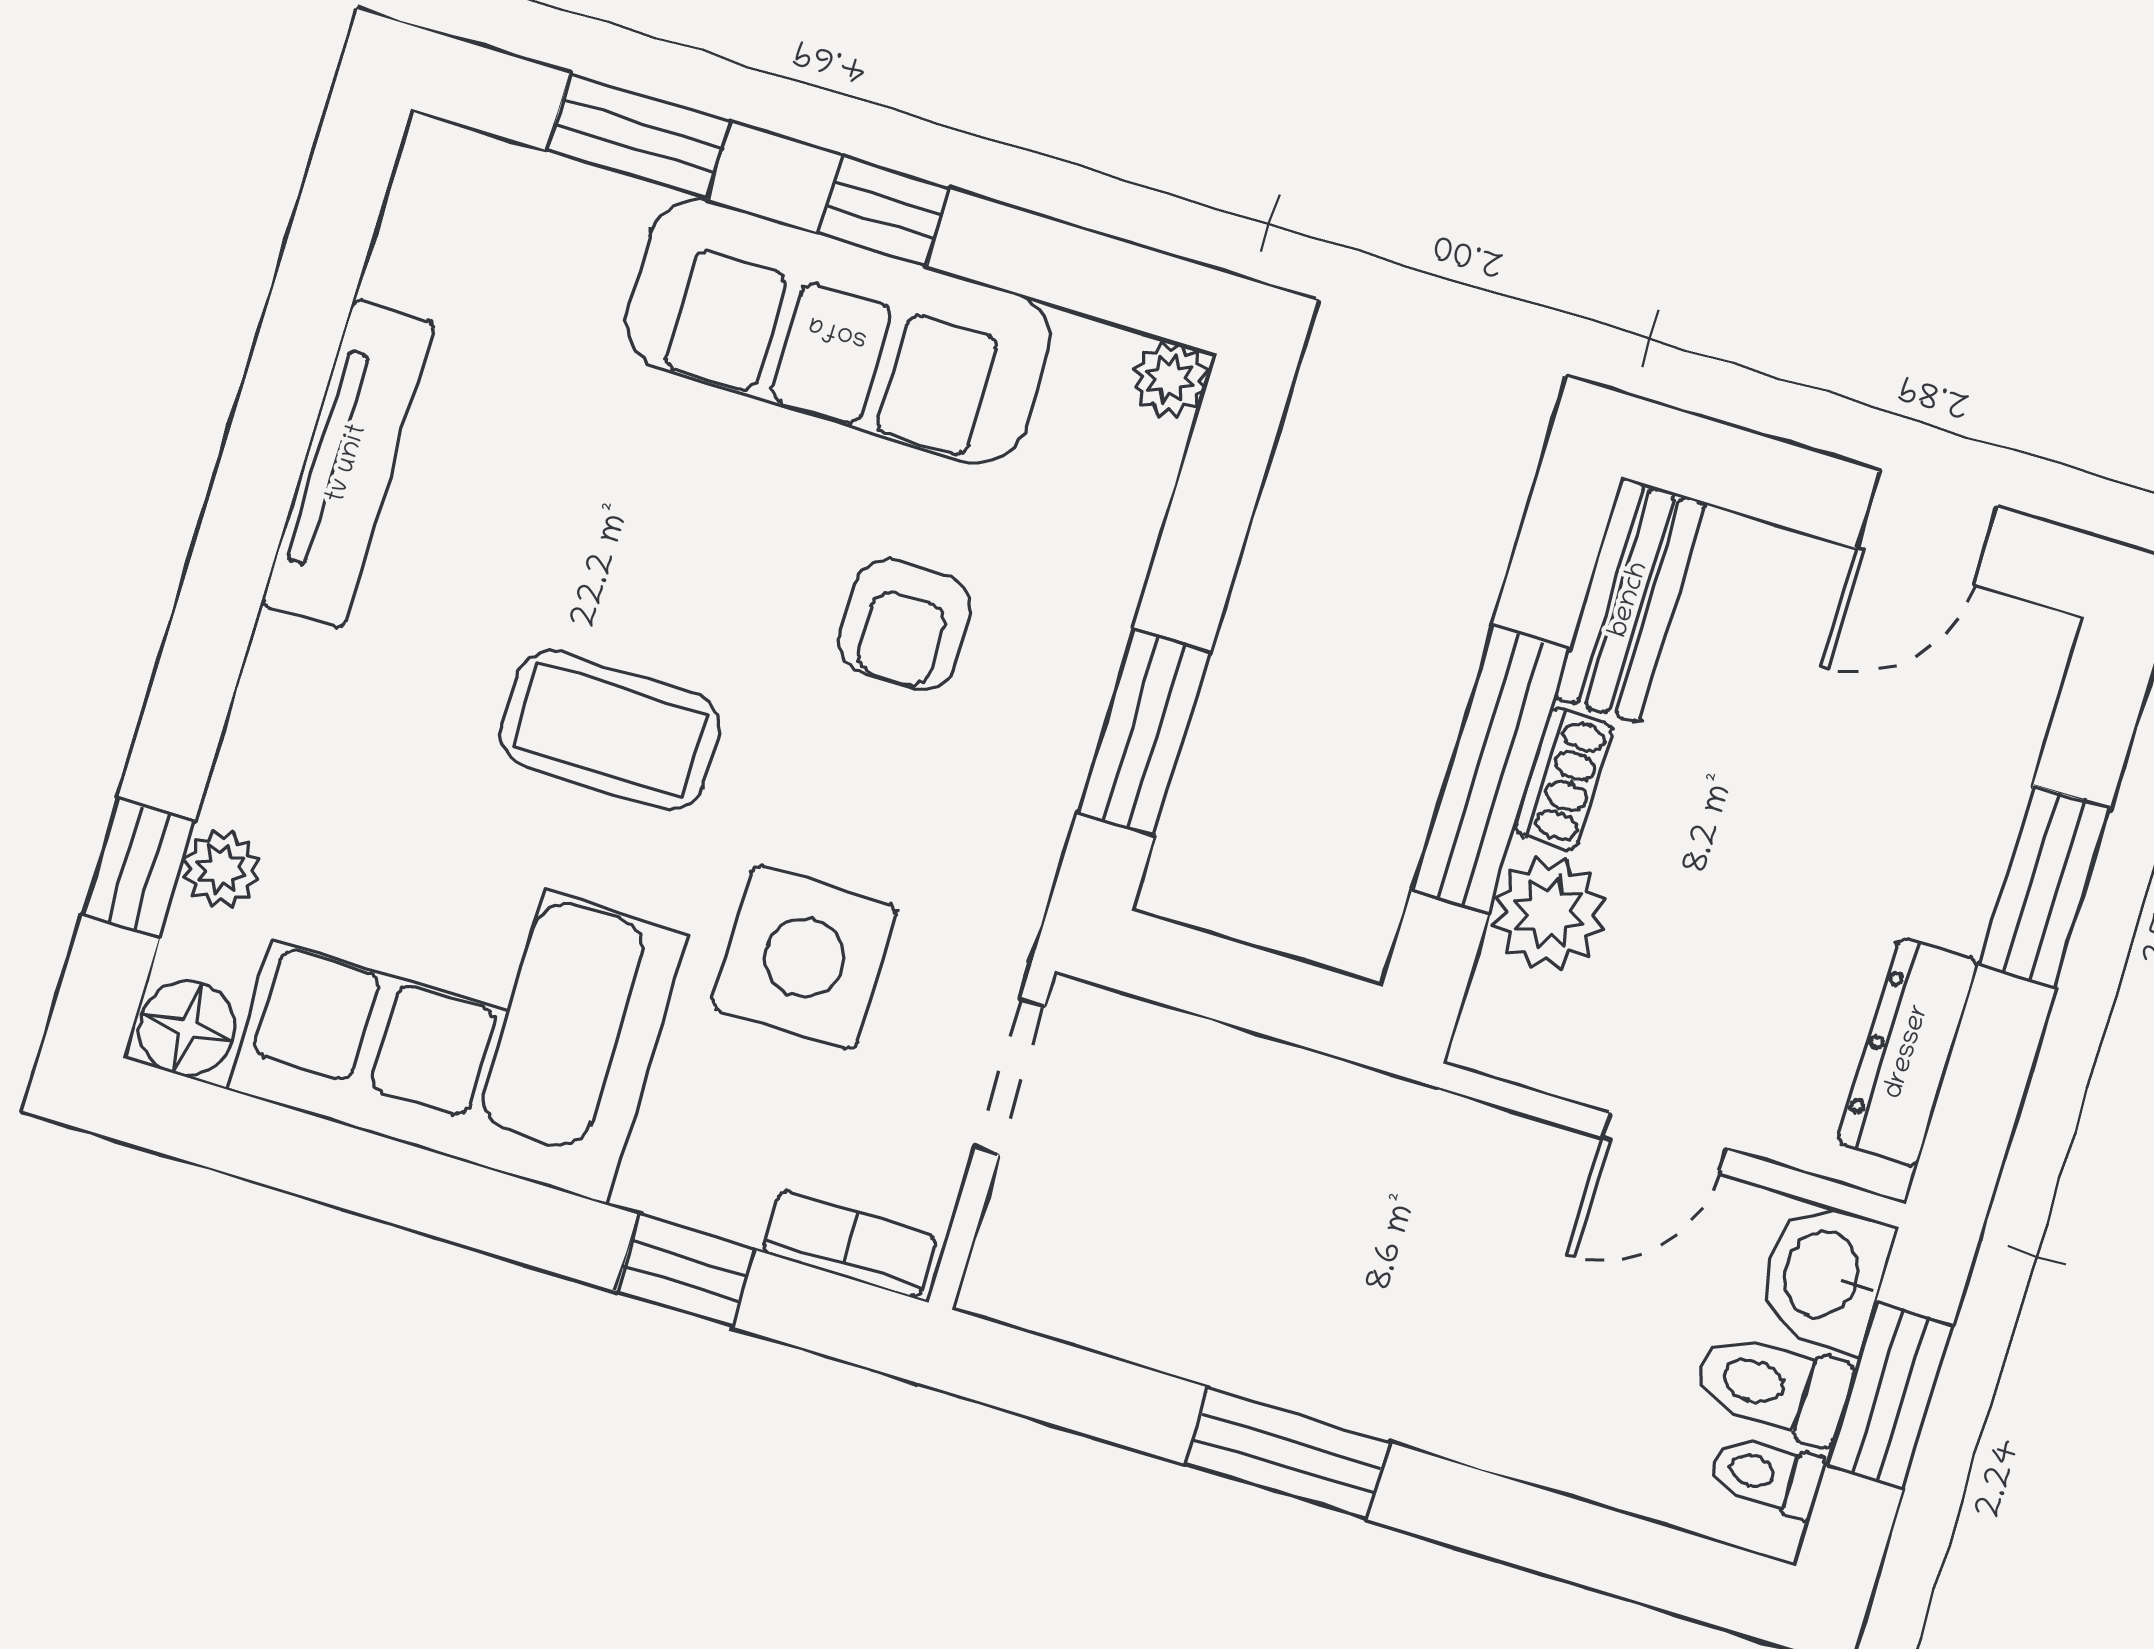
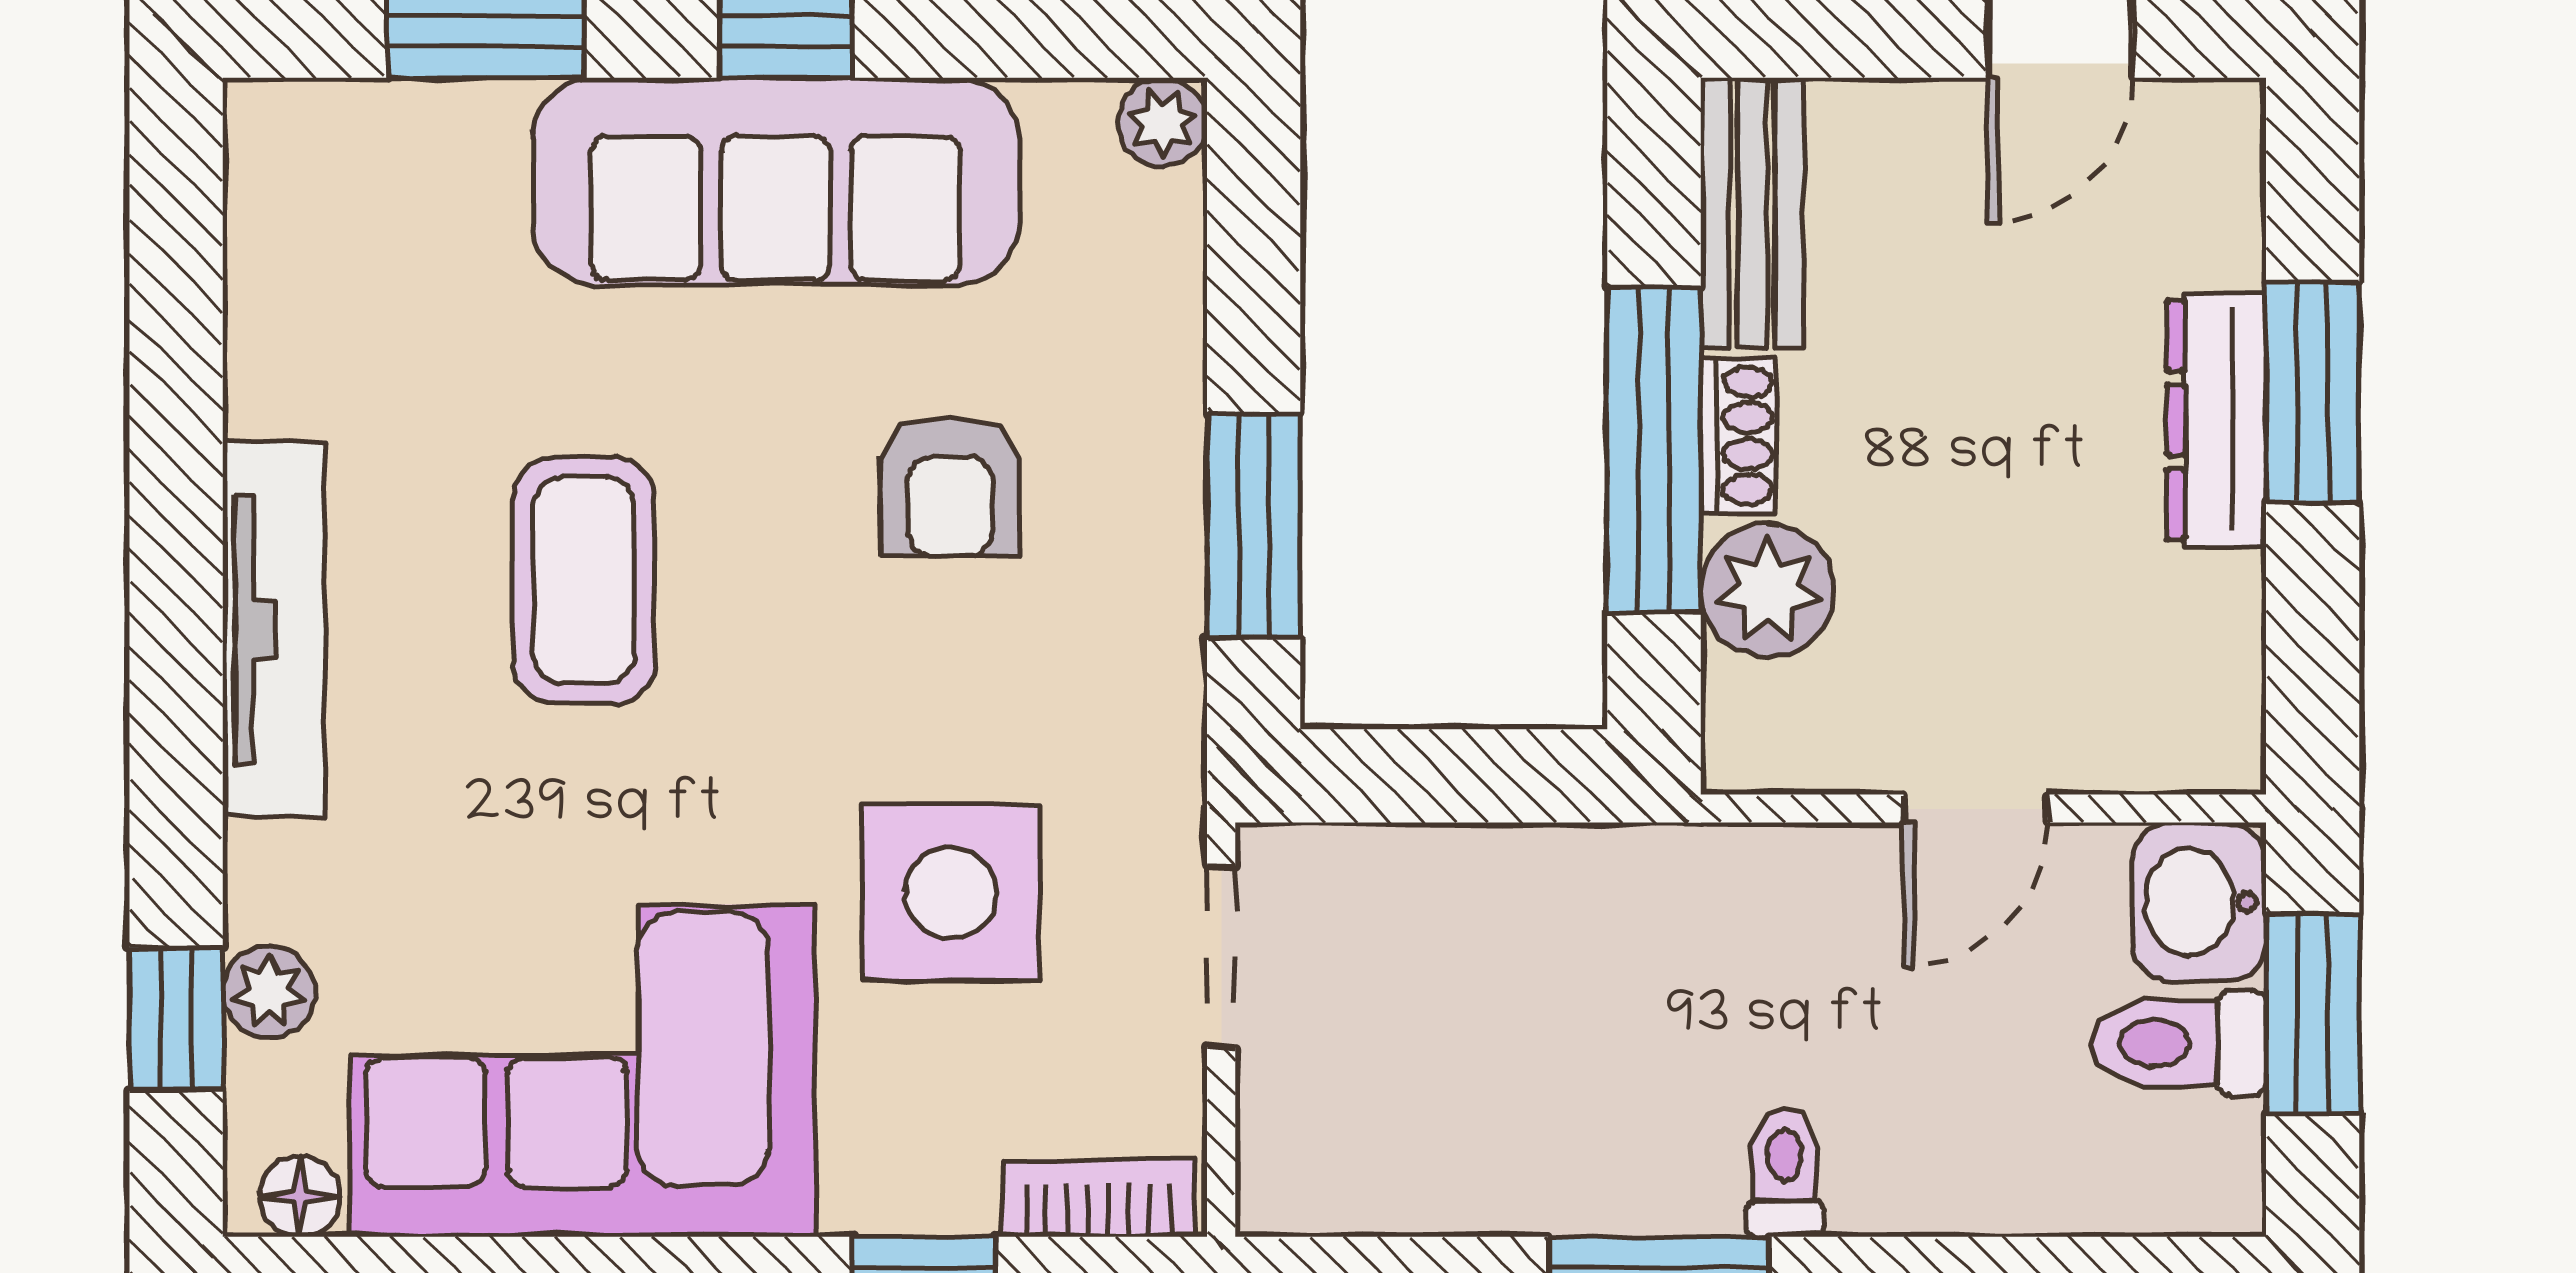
tv unit: (348, 464) -> (273, 629), moved
coffee table: (610, 730) -> (584, 581), moved, turned 90
floor lamp: (187, 1028) -> (300, 1196), width x0.73, depth x0.73
dresser: (1908, 1052) -> (2217, 420), moved
toilet: (1767, 1475) -> (1785, 1173), moved, turned 90

